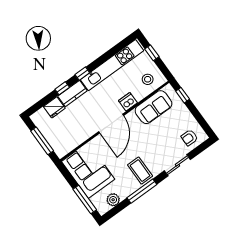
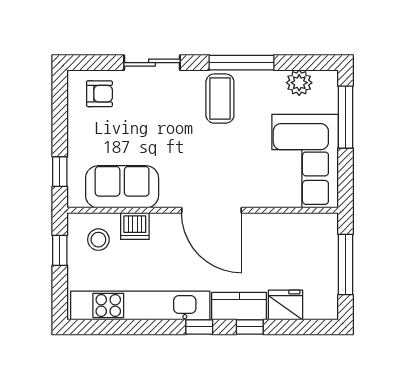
window: (152, 53) -> (60, 250), moved
dishwasher: (128, 102) -> (135, 226), moved
door: (111, 124) -> (212, 210), swing flipped

